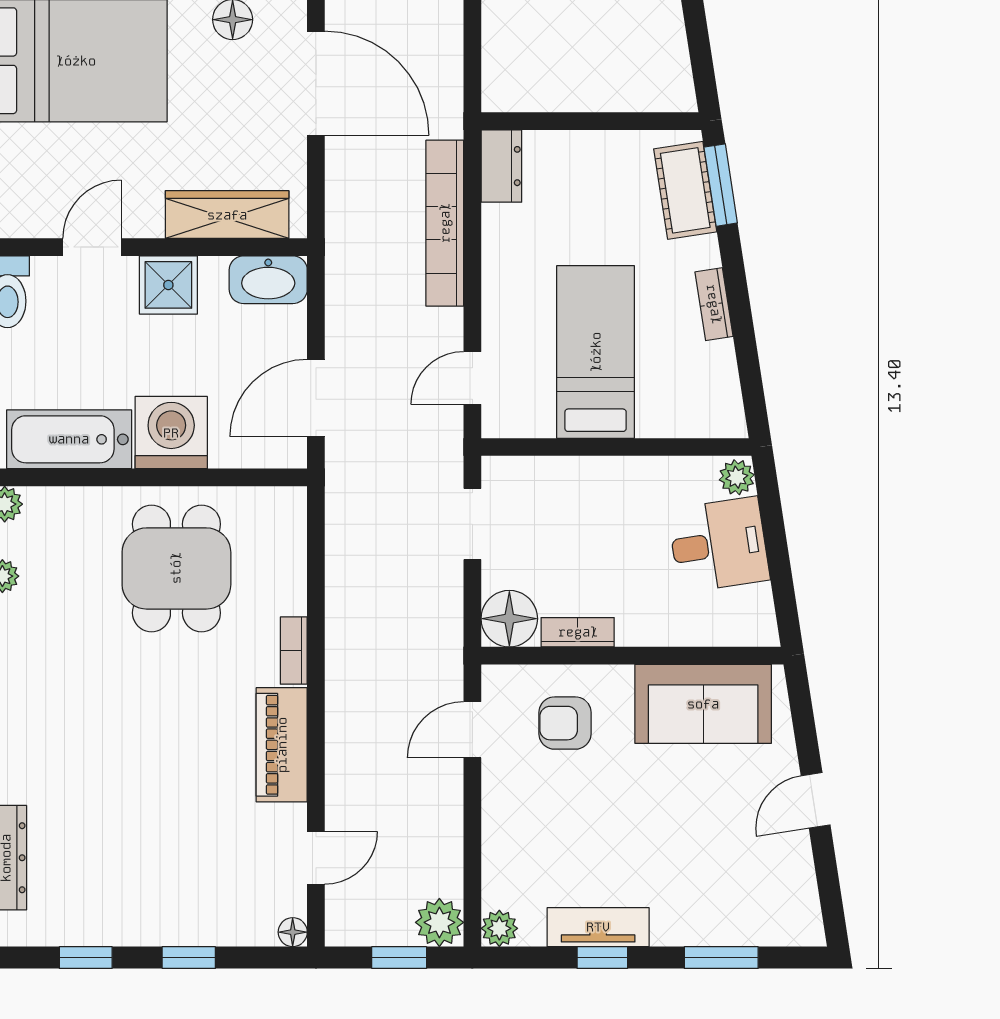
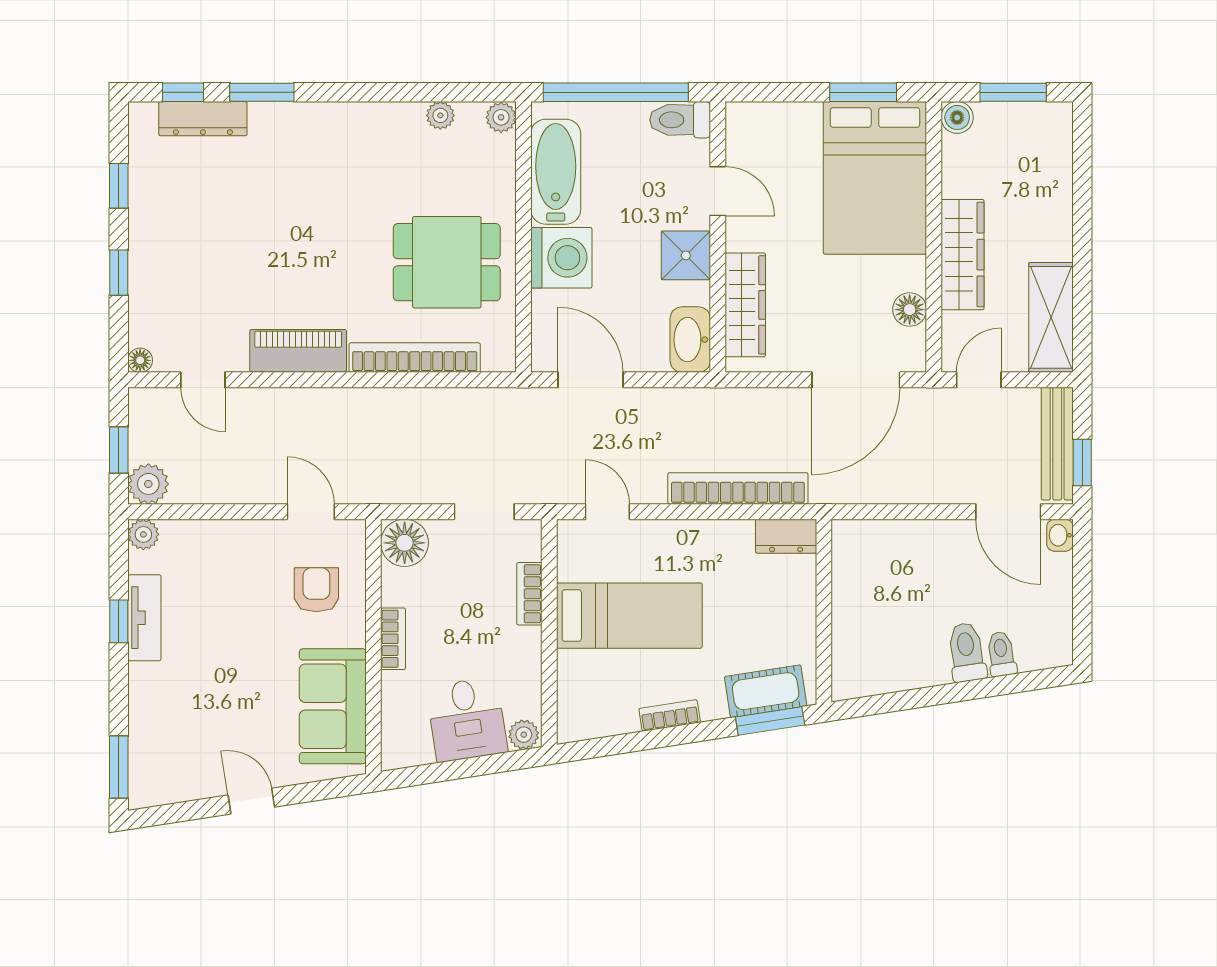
bookcase: (570, 471) -> (529, 594), added
bookcase: (578, 632) -> (393, 639), moved
bookcase: (294, 651) -> (415, 358), width x2.31, depth x1.31
window: (721, 958) -> (119, 767), moved

